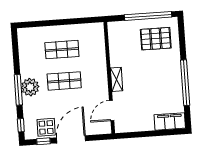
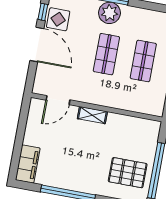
pallet: (156, 39) -> (128, 173), turned 90
door: (112, 110) -> (58, 100), swing flipped

